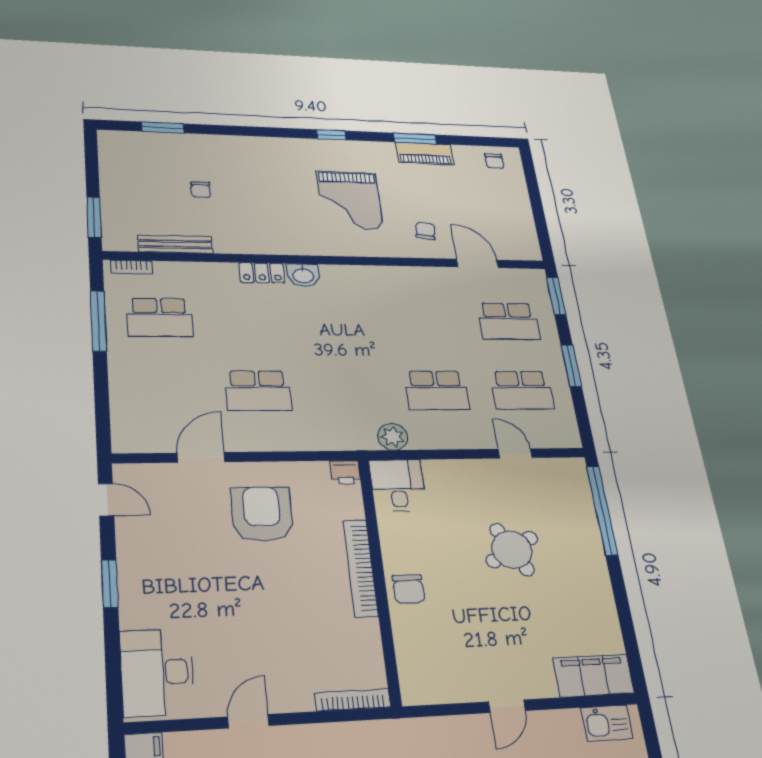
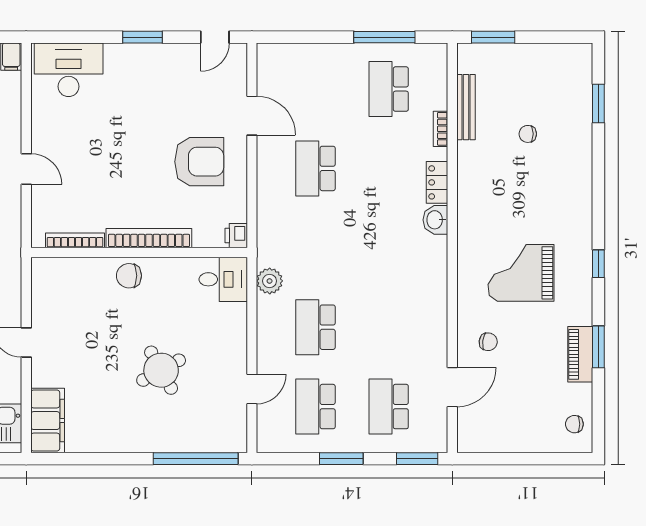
bookcase: (131, 267) -> (440, 129), moved
bookcase: (353, 700) -> (75, 240), moved, turned -90
door: (248, 721) -> (26, 169), moved

